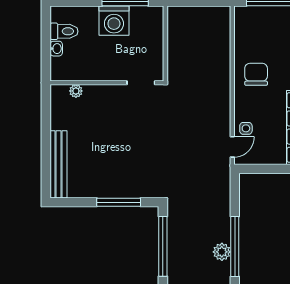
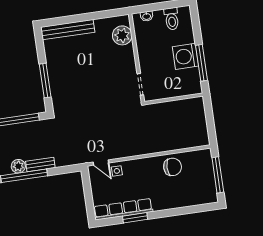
washbasin: (56, 49) -> (147, 16), moved
chair: (256, 74) -> (173, 167), moved
plant: (76, 91) -> (122, 35), width x1.88, depth x1.88
bench: (224, 224) -> (40, 165), added

